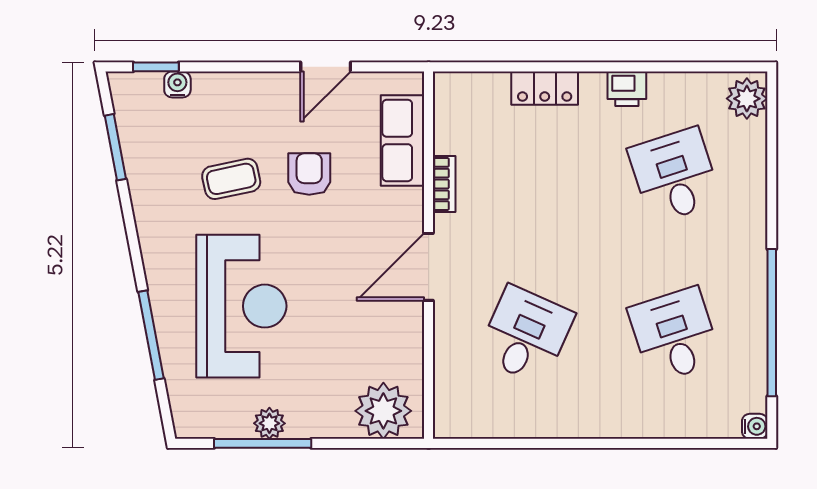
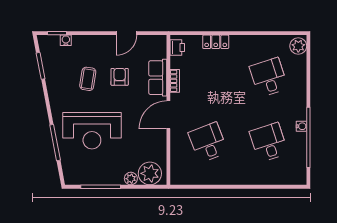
printer: (627, 89) -> (177, 47), moved, turned -90
row of seats: (402, 140) -> (158, 78), moved
coffee table: (231, 179) -> (88, 79), turned -69
reception desk: (241, 306) -> (92, 131), turned 90
desk: (526, 335) -> (208, 142), turned -45
plant: (269, 423) -> (131, 179), moved
water cooler: (755, 426) -> (301, 126), moved

